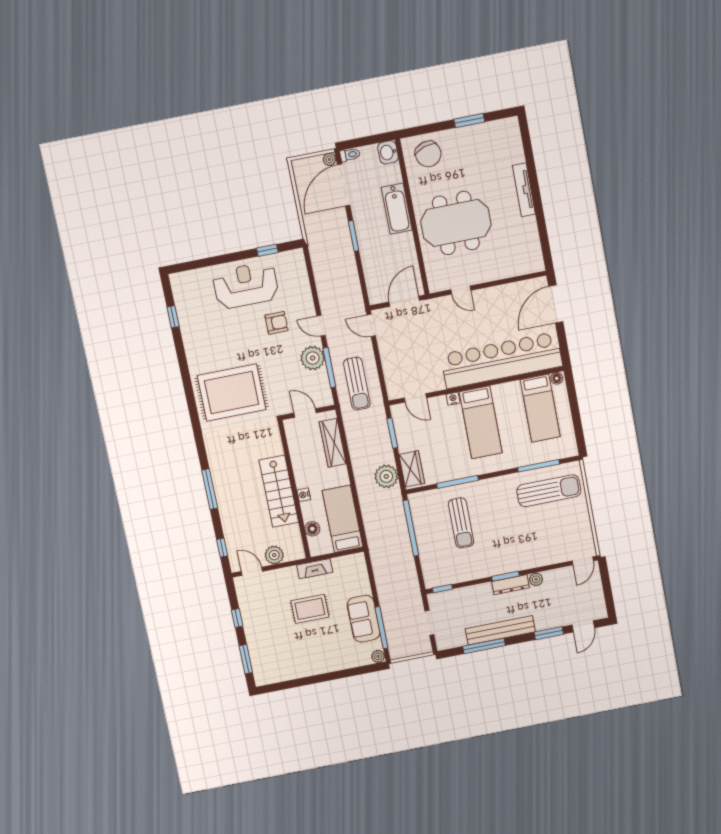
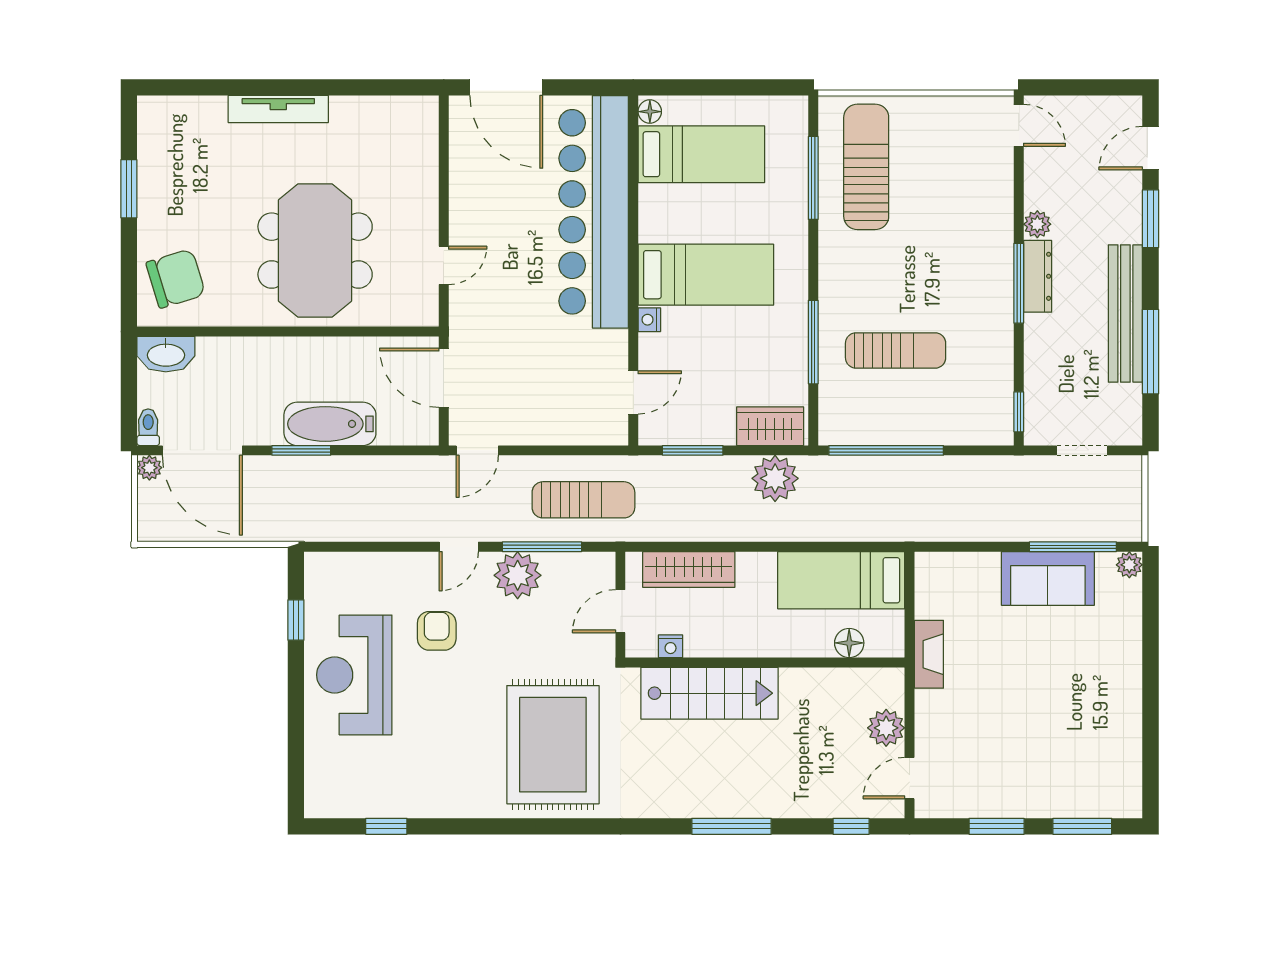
washbasin: (388, 152) -> (166, 354), width x1.38
bathtub: (397, 209) -> (330, 424), moved, turned 180
stairs: (279, 491) -> (709, 693), moved
nightstand: (304, 495) -> (671, 646), moved
window: (505, 576) -> (1019, 283), width x1.44
rug: (310, 609) -> (1007, 680), removed
window: (237, 618) -> (997, 826), width x1.50
door: (583, 626) -> (1151, 148), swing flipped

